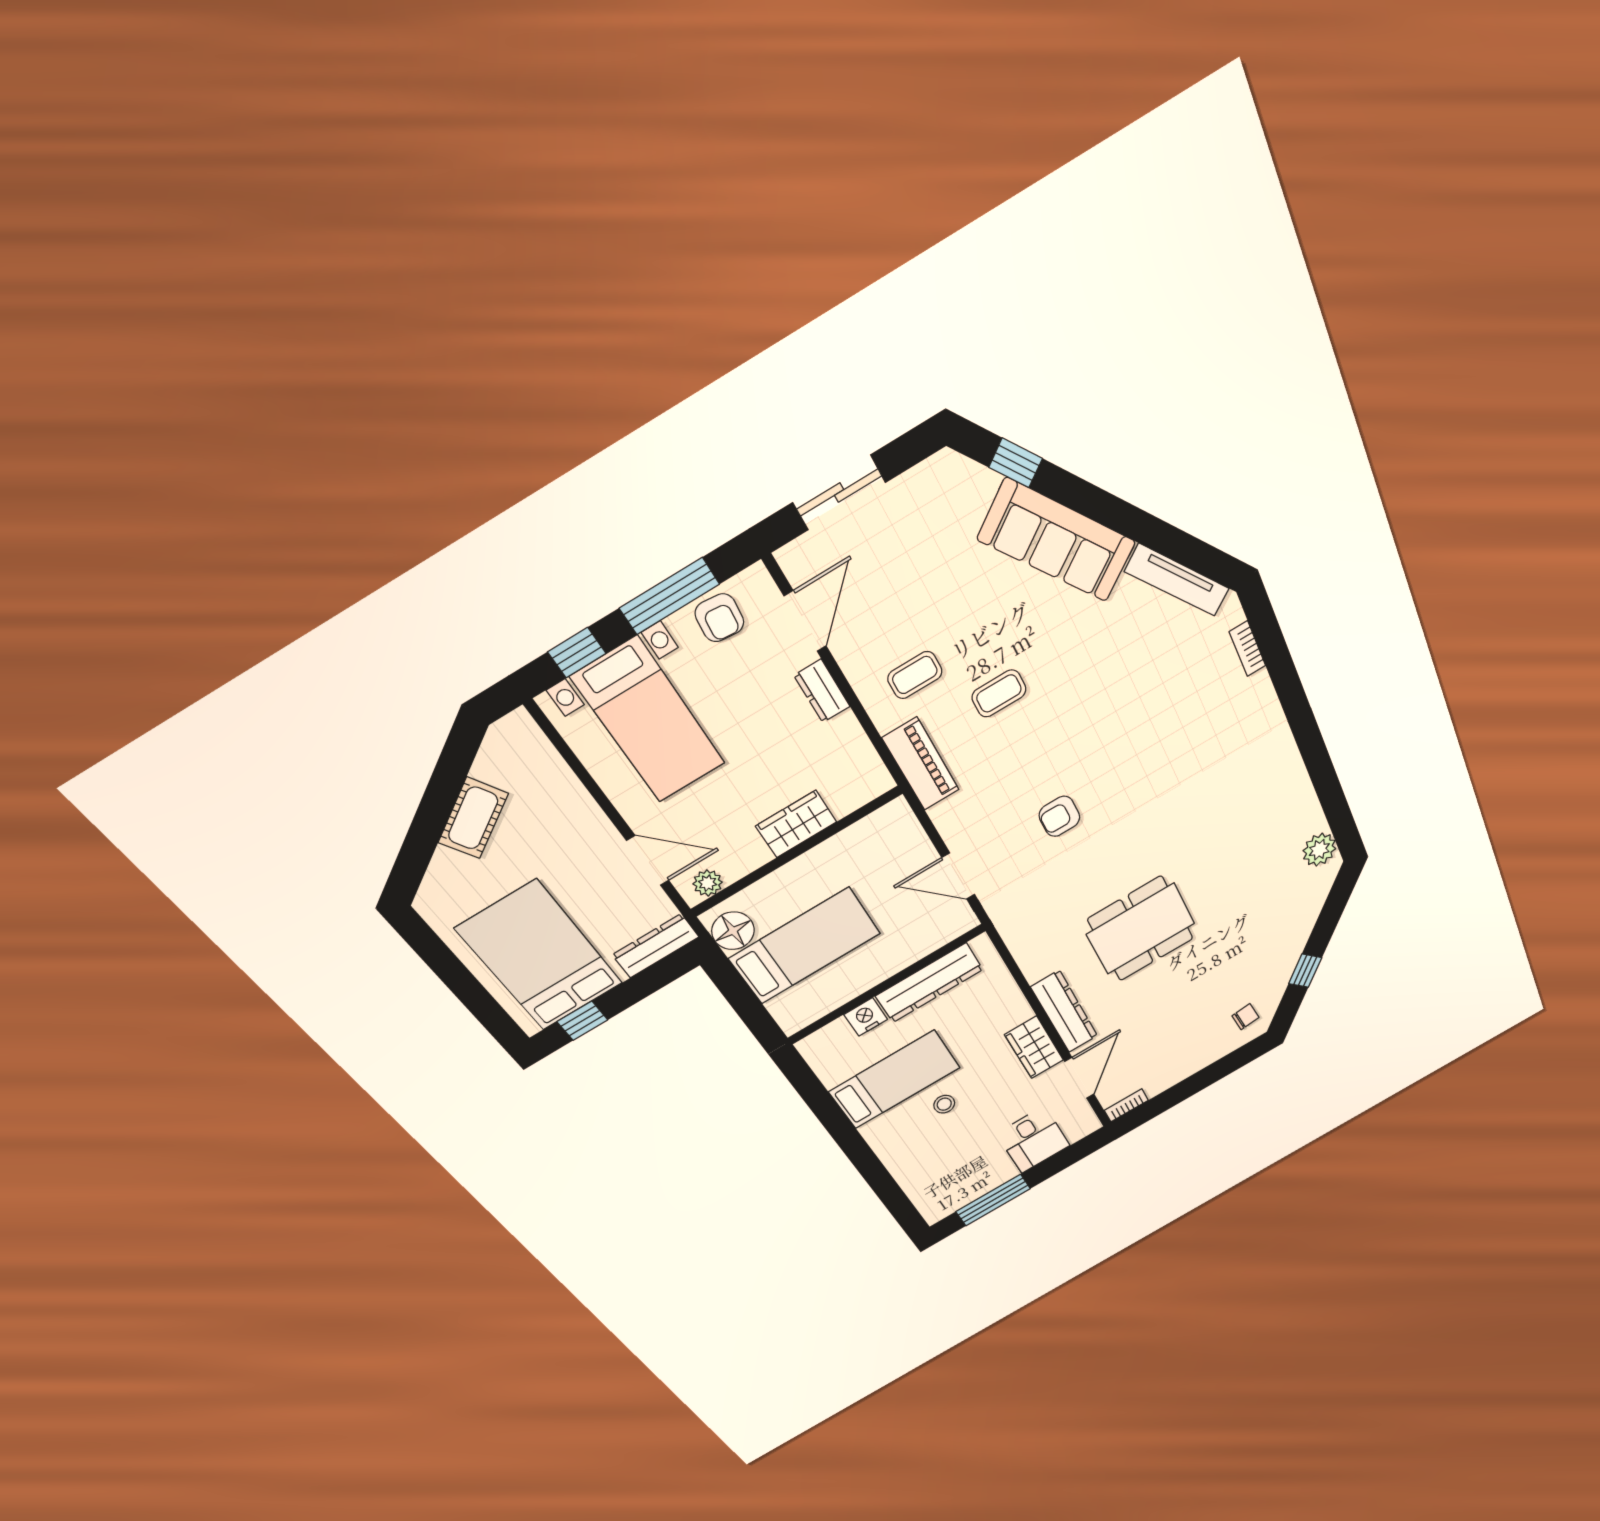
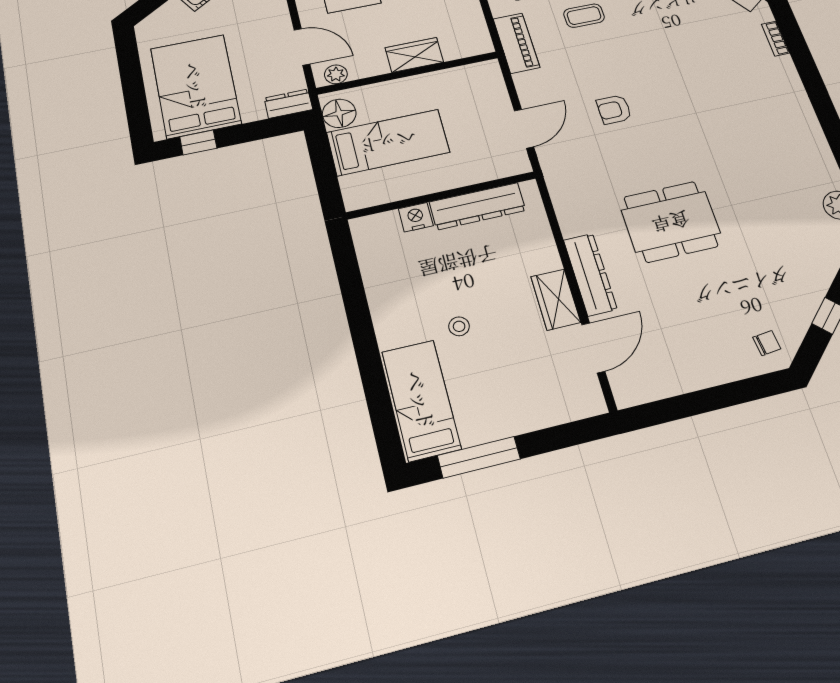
door: (958, 876) -> (524, 129), swing flipped
dresser: (656, 946) -> (288, 104), width x0.70
bed: (895, 1080) -> (421, 400), moved, turned -90
bookcase: (1126, 1105) -> (636, 397), removed
desk: (1033, 1140) -> (535, 400), removed

